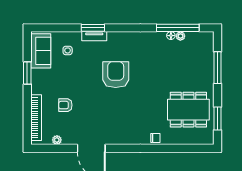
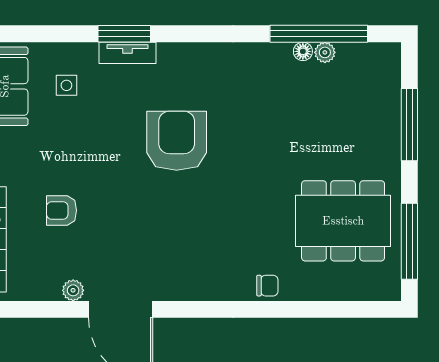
window: (217, 119) -> (409, 241), width x1.44
plant: (57, 140) -> (73, 290), moved

